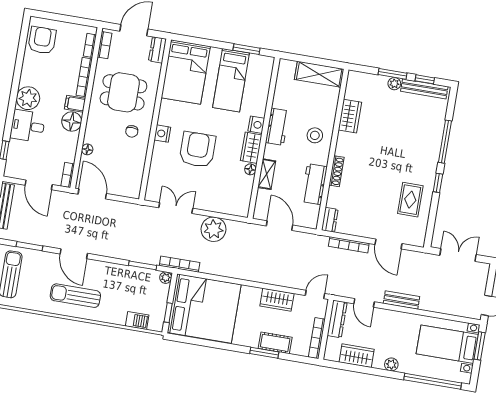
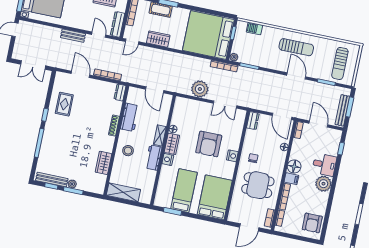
dresser: (157, 50) -> (253, 121), moved
shelving: (267, 174) -> (160, 135), moved

